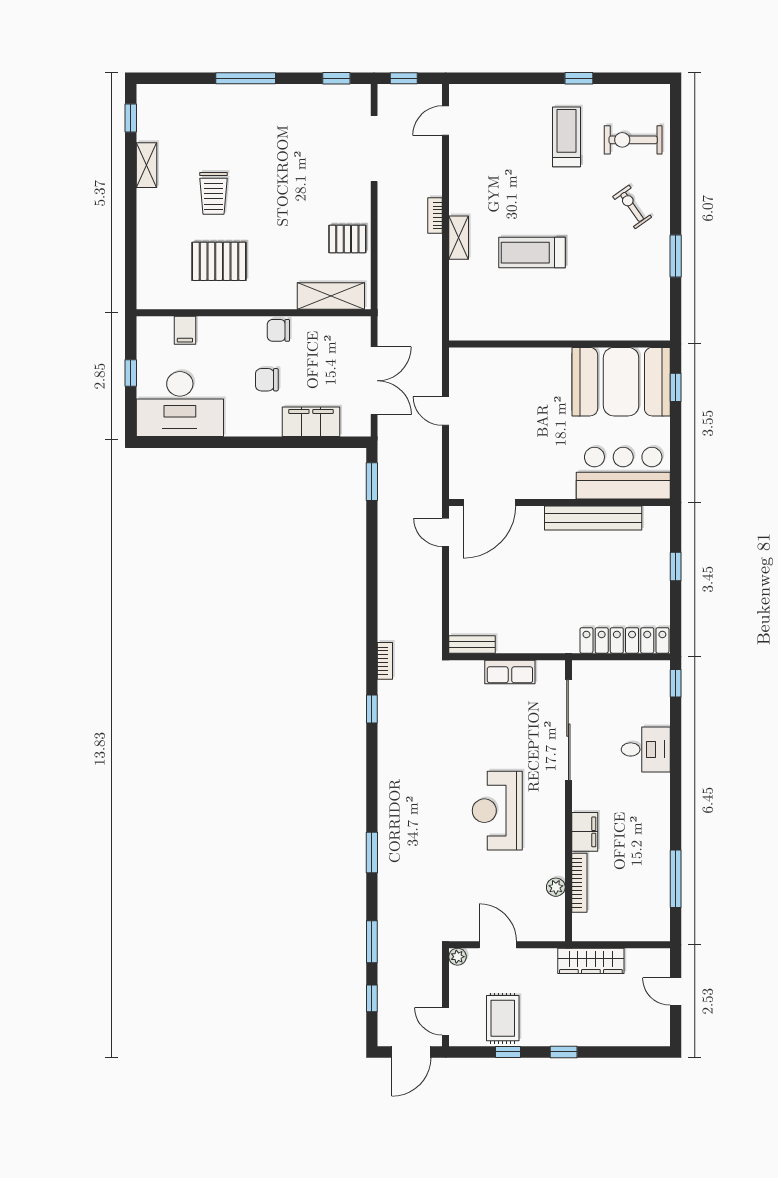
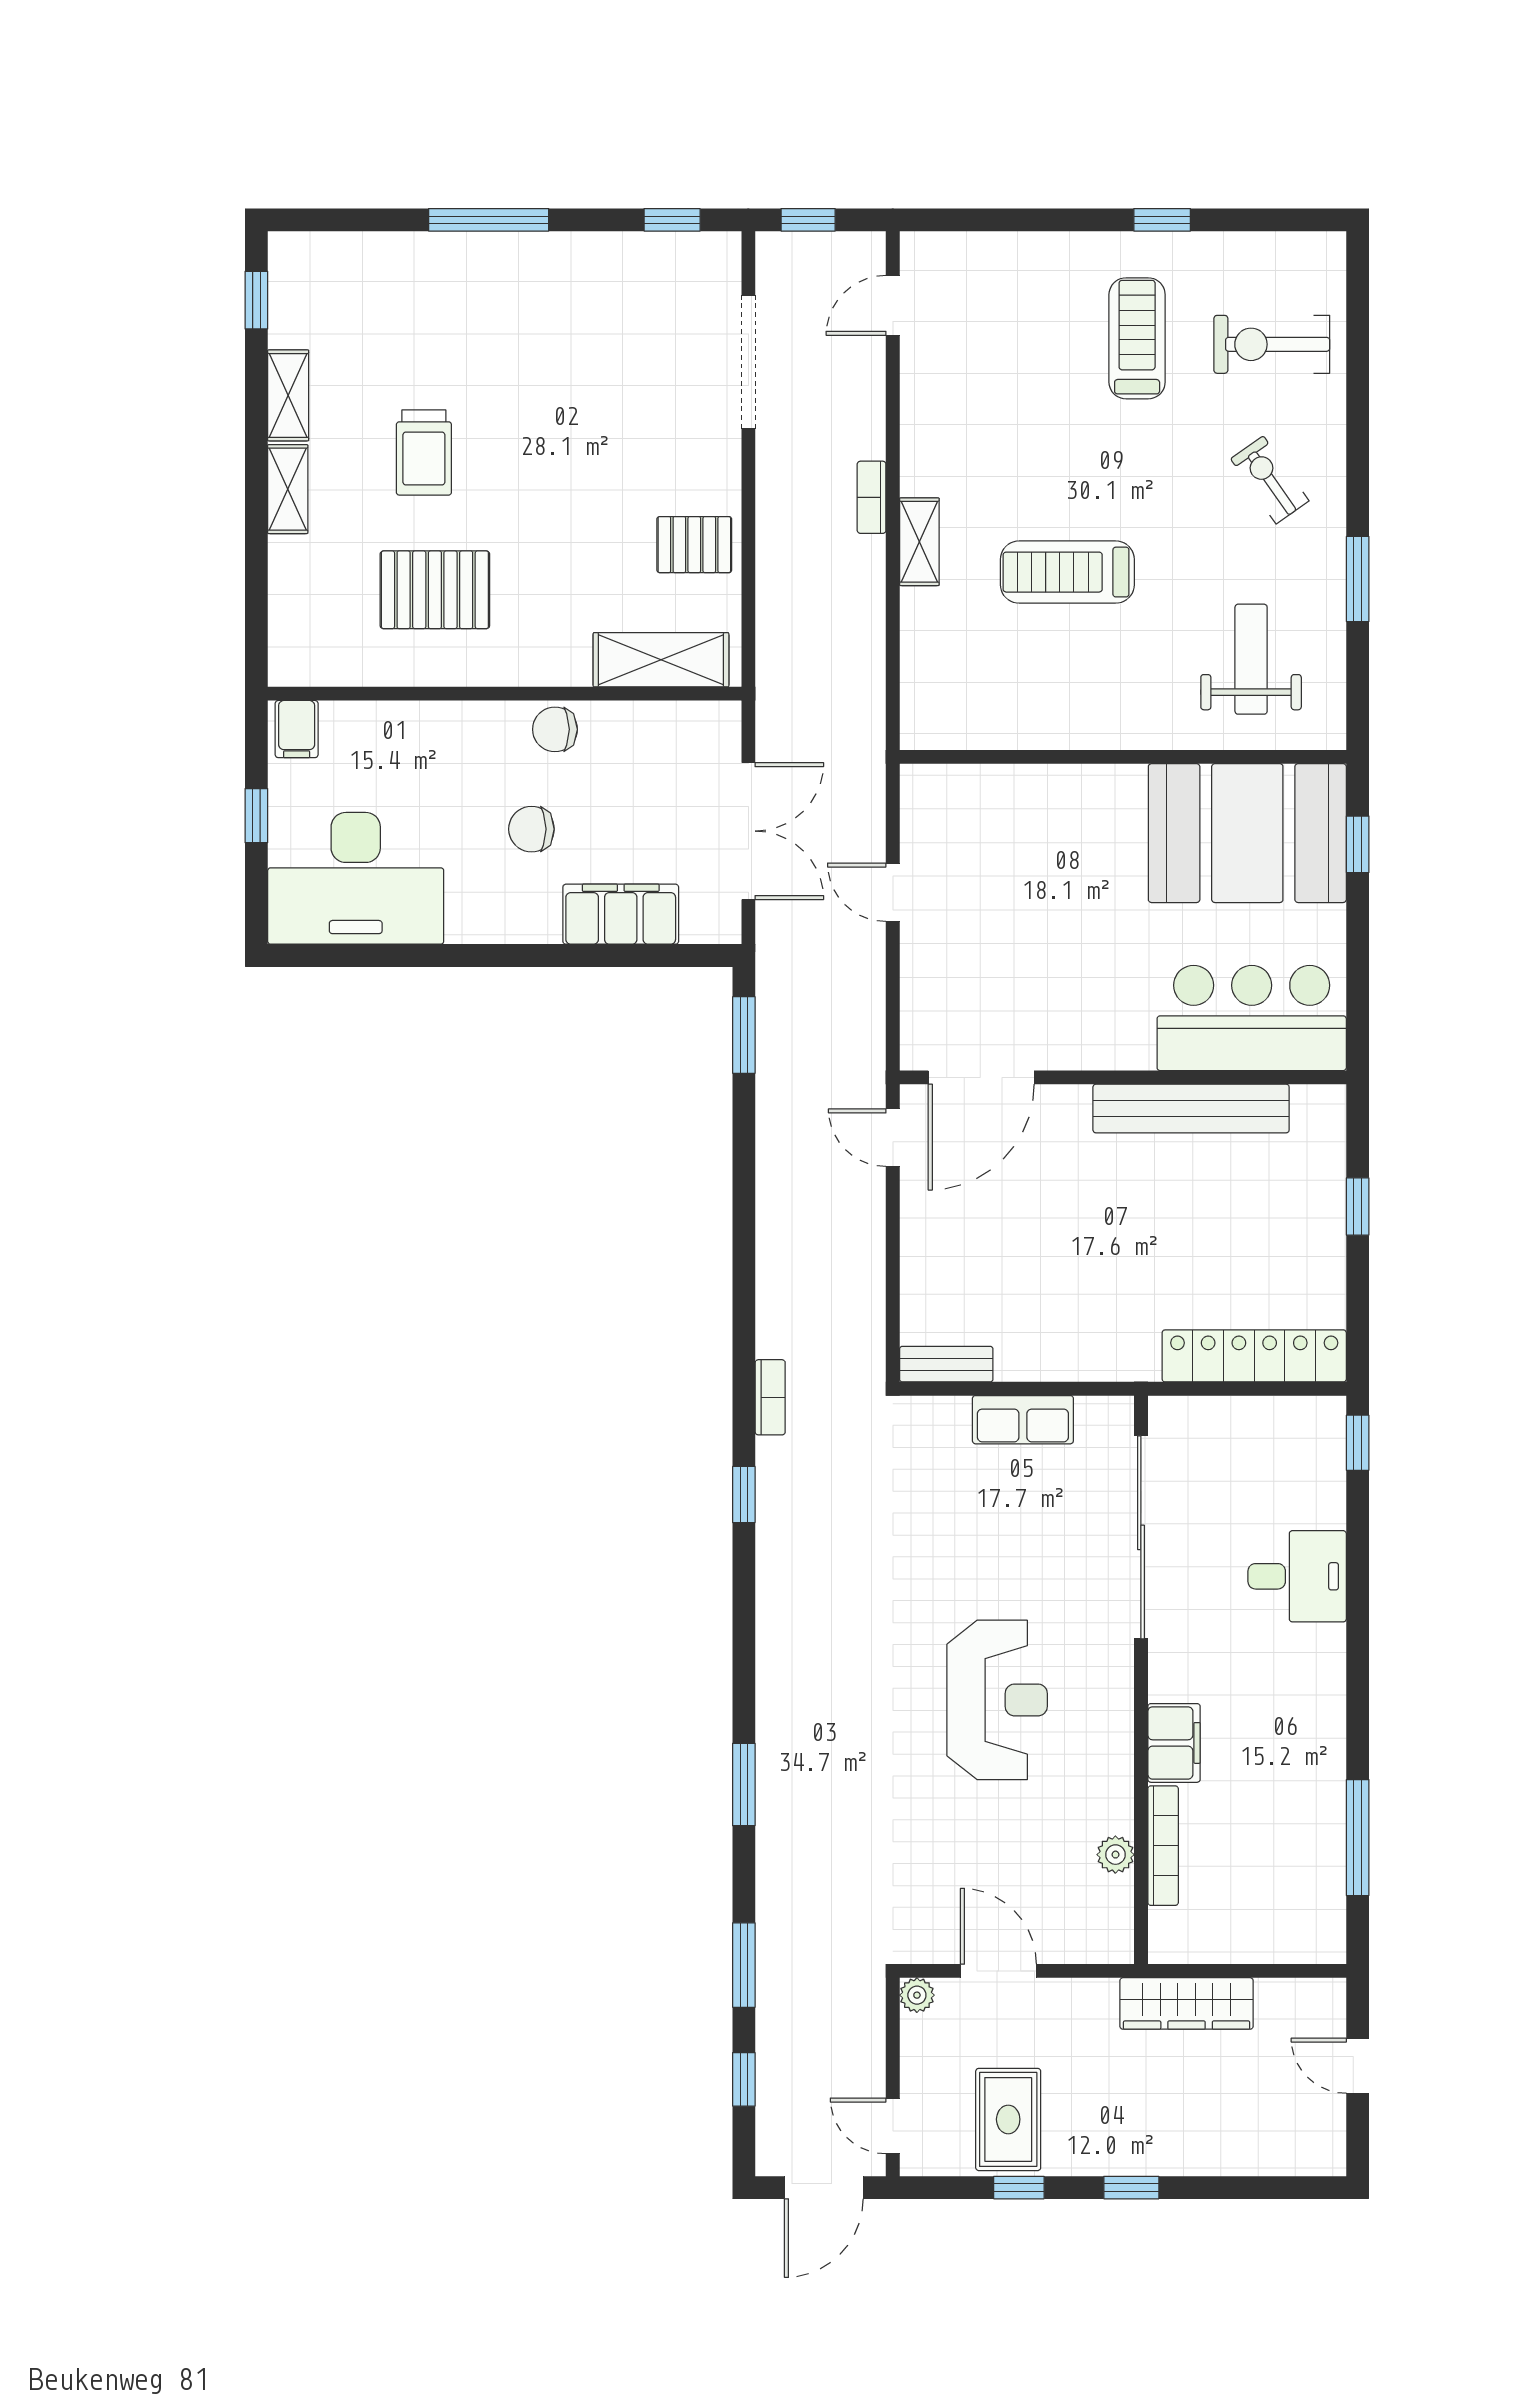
shelving: (146, 212) -> (288, 489), added
weight bench: (623, 296) -> (1251, 659), added
filing cabinet: (185, 330) -> (297, 729), moved
reception desk: (497, 811) -> (997, 1700), turned 180

